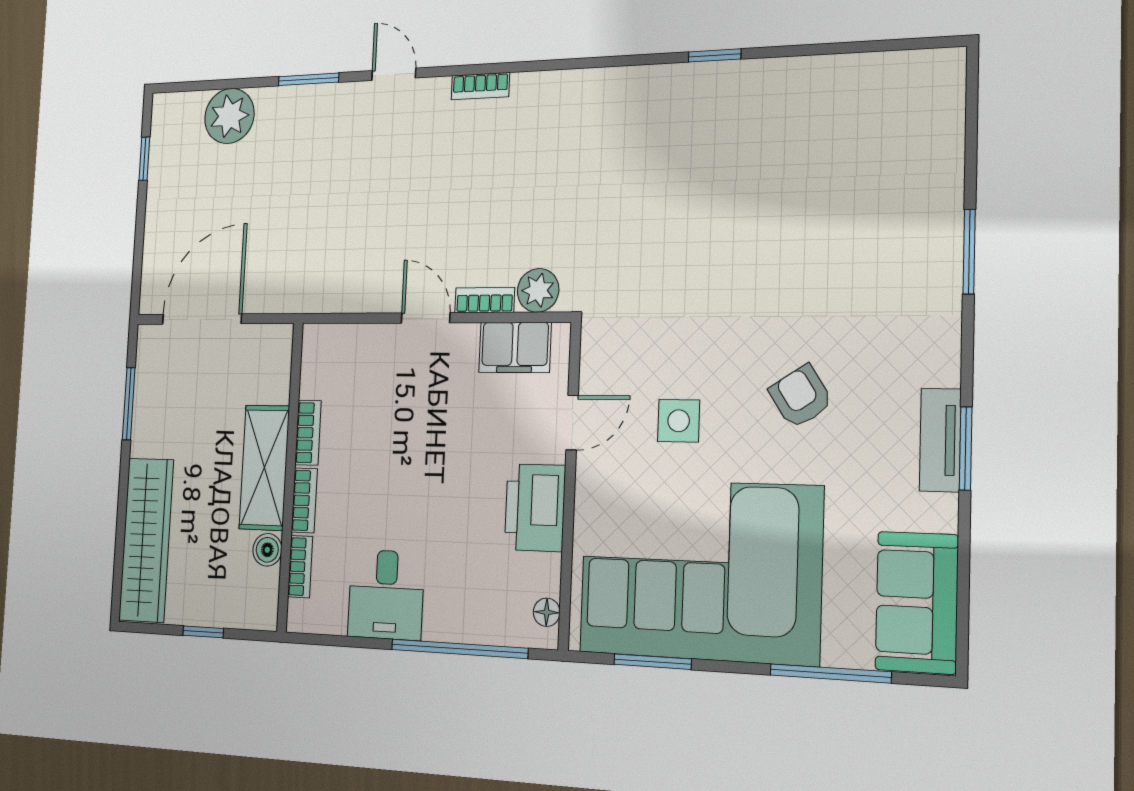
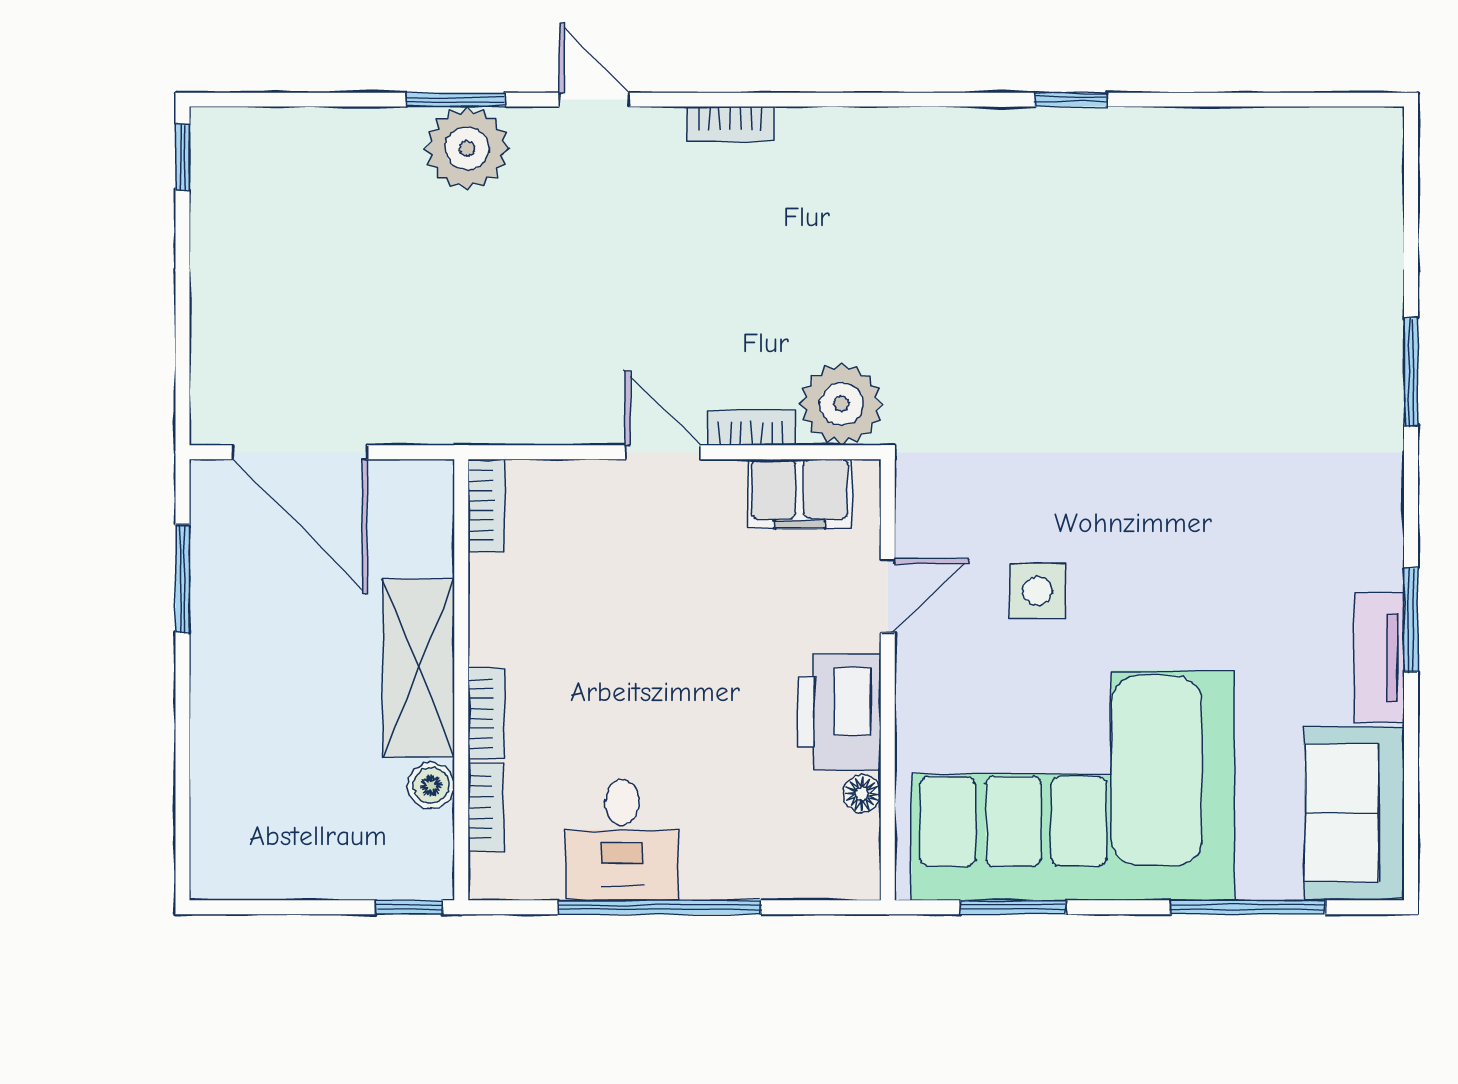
plant: (229, 116) -> (467, 148), moved
window: (144, 159) -> (183, 157), moved
plant: (538, 290) -> (841, 404), width x1.36, depth x1.36
door: (202, 319) -> (300, 452), swing flipped
armchair: (801, 397) -> (1200, 557), removed
bookcase: (308, 433) -> (486, 505), moved
tv unit: (940, 440) -> (1379, 658), moved
wardrobe: (146, 540) -> (228, 779), removed
floor lamp: (547, 612) -> (862, 794), moved
window: (203, 632) -> (409, 907), moved
window: (459, 649) -> (659, 907), moved

